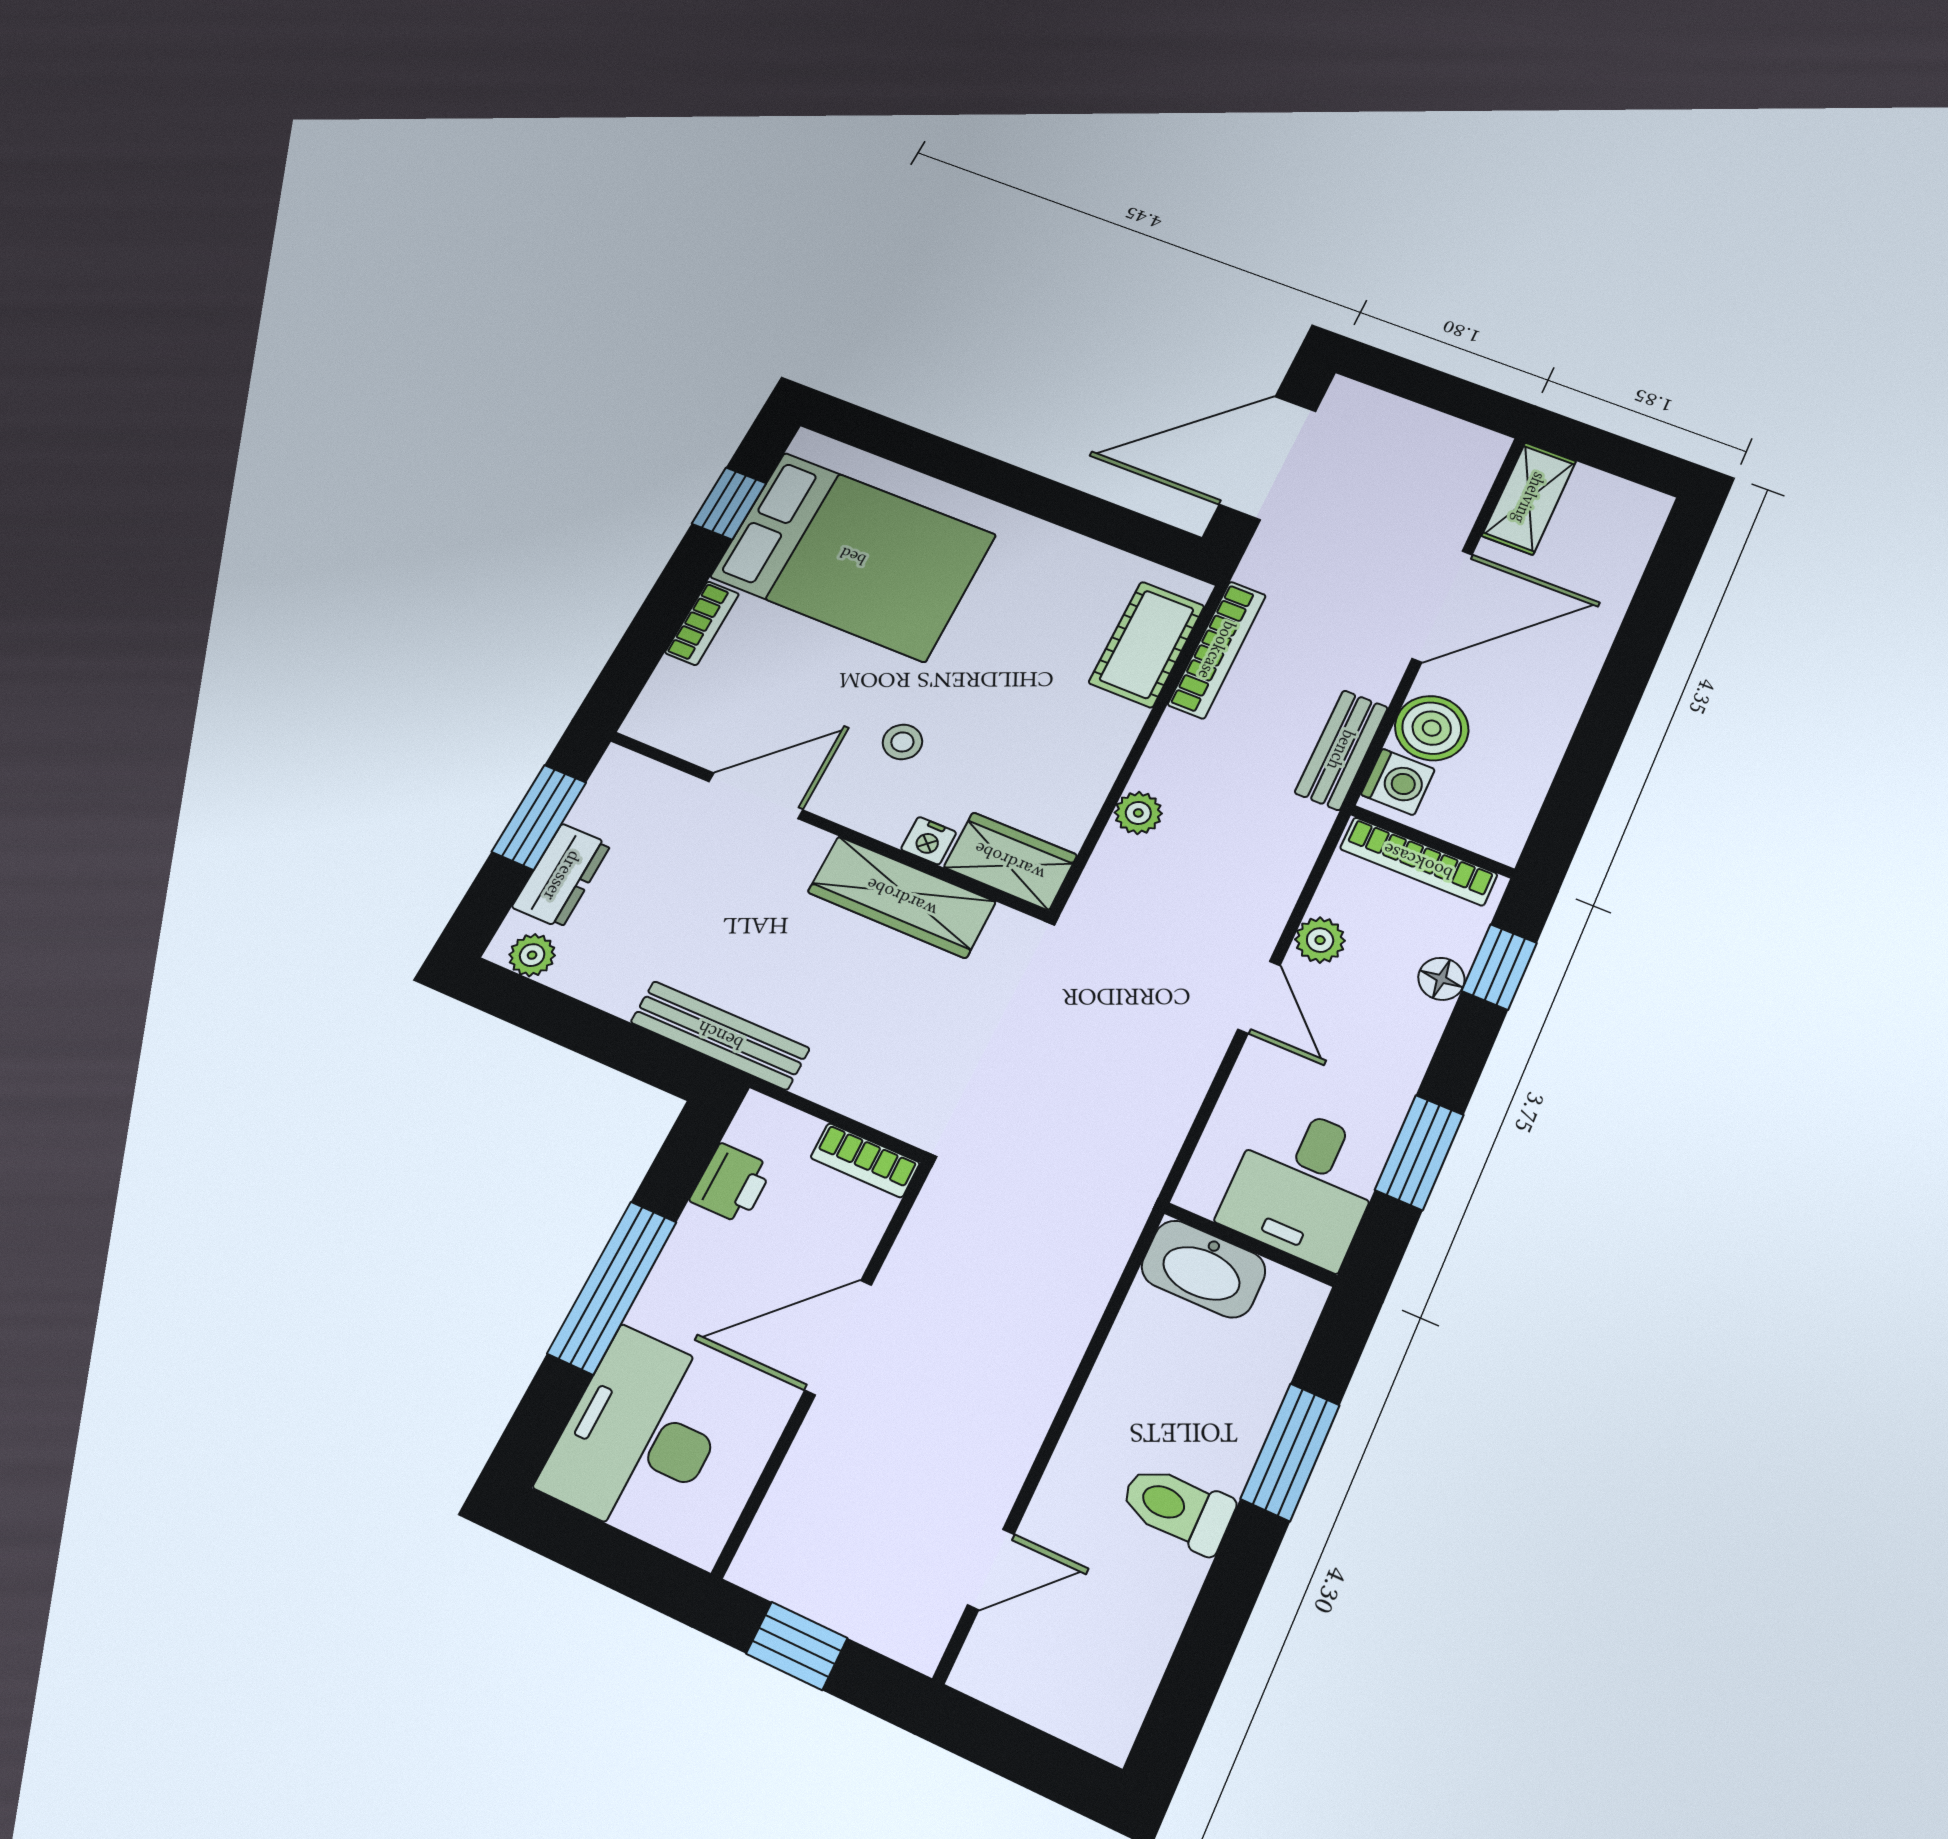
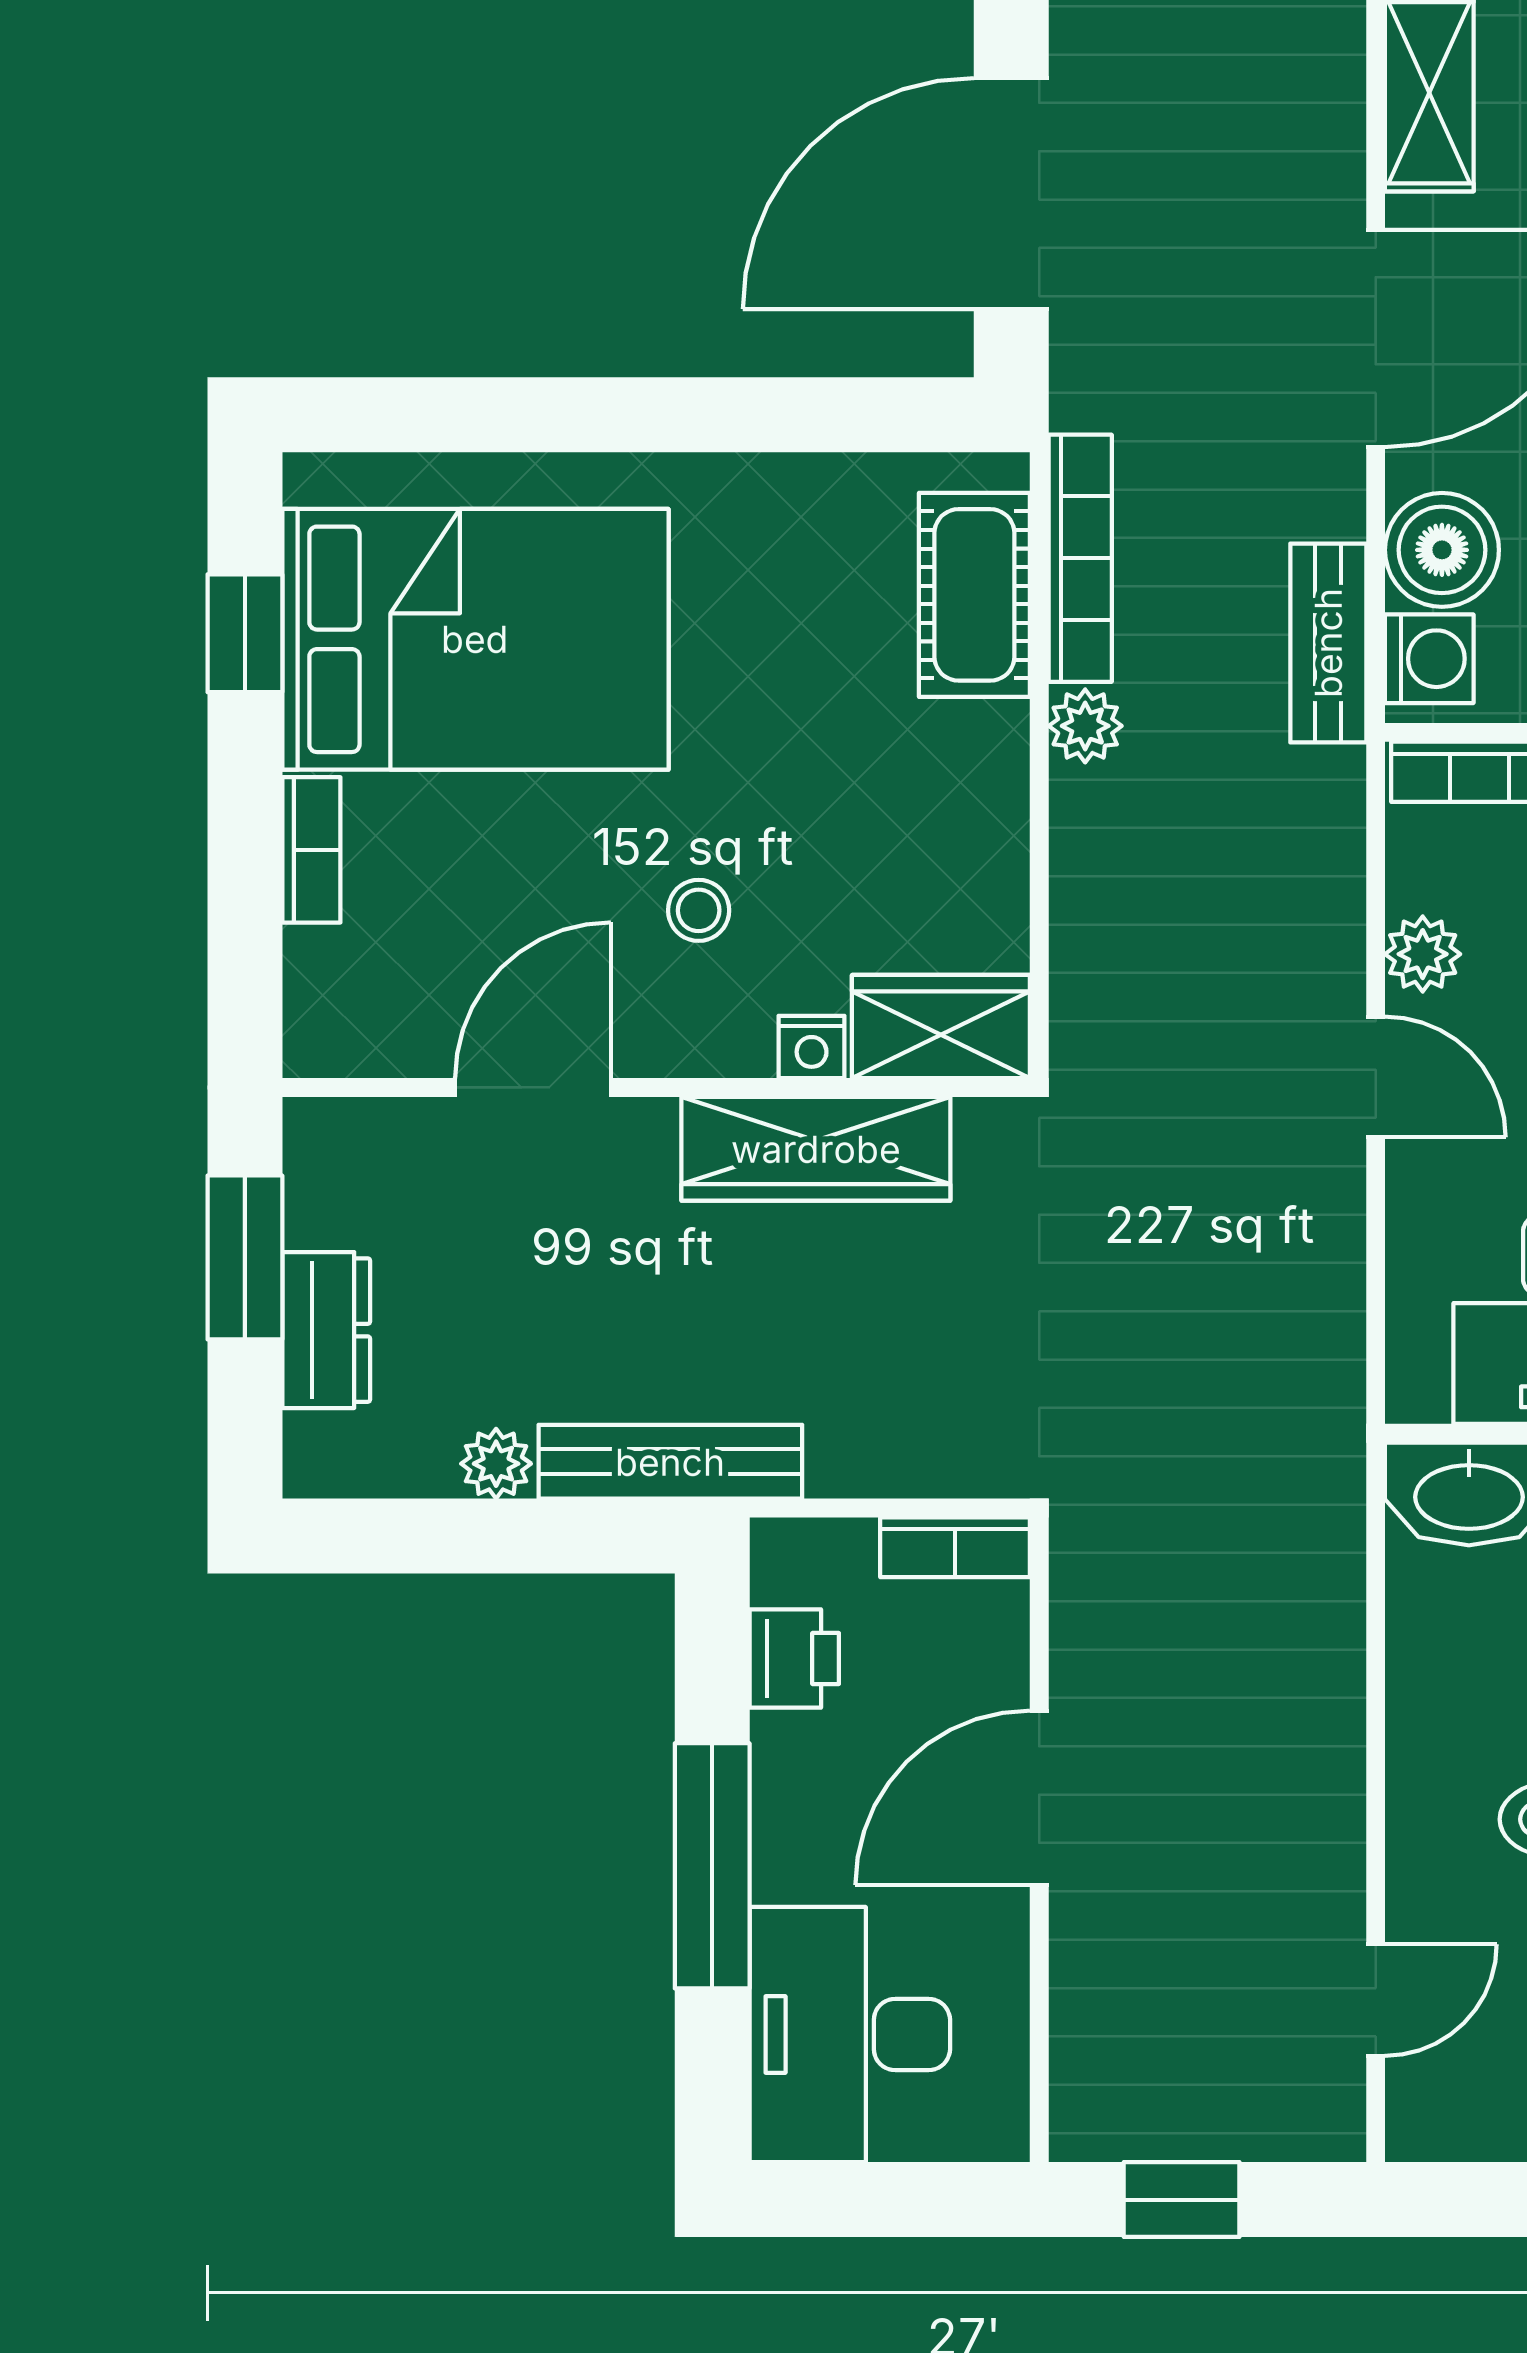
plant: (1138, 813) -> (1085, 726), moved
plant: (532, 955) -> (496, 1464), moved

